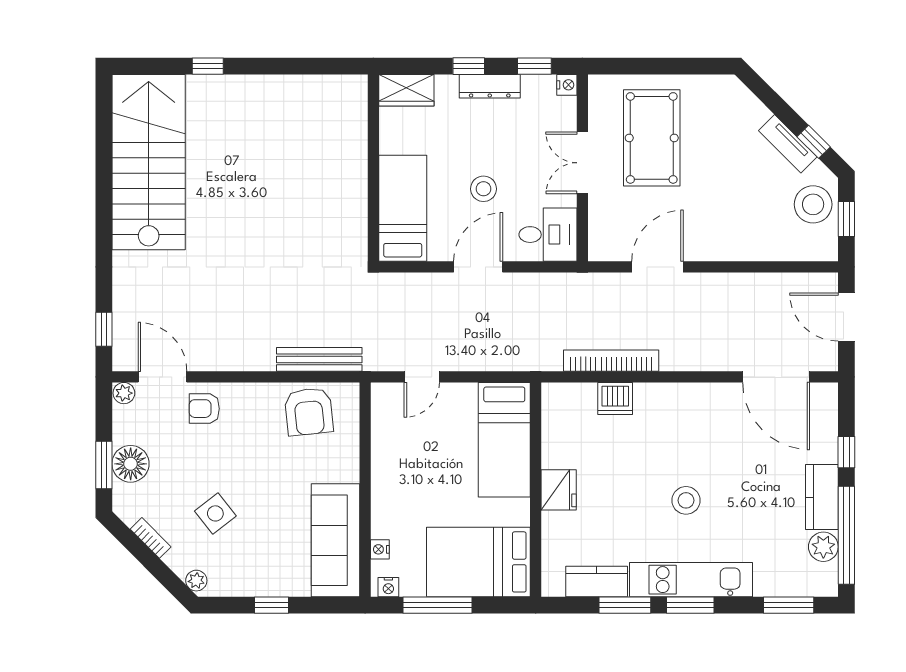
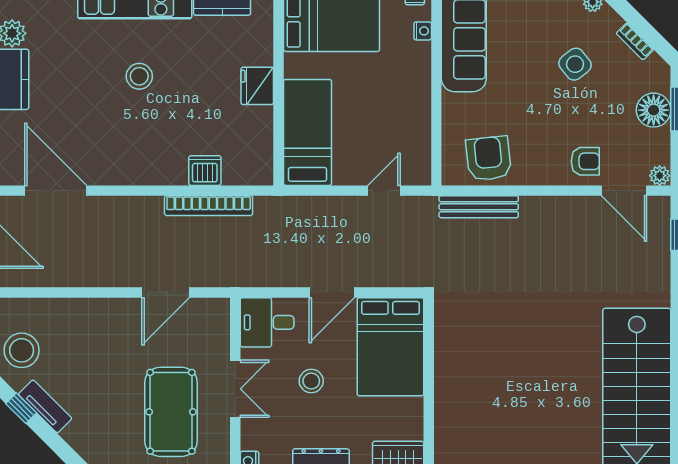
stool: (483, 189) -> (311, 381), moved
bed: (403, 208) -> (390, 347), width x1.50

